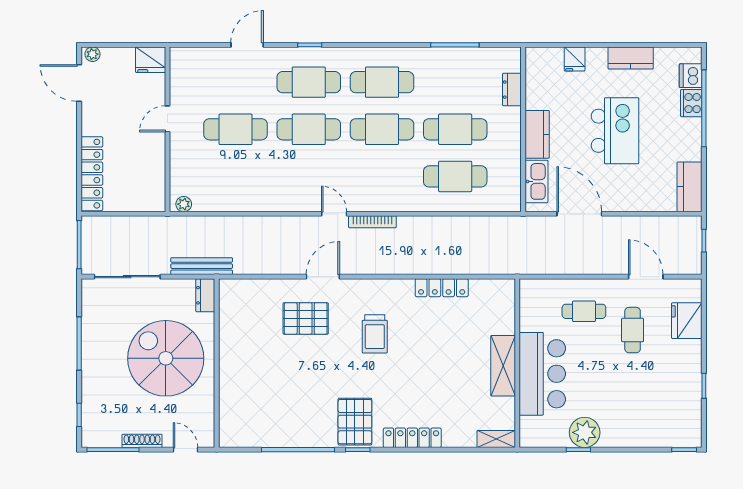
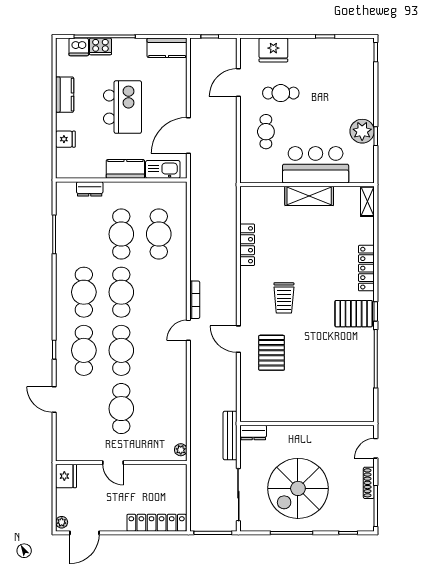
kitchen island: (615, 131) -> (122, 107), turned 90
trolley: (375, 334) -> (284, 298), turned 90
spiral stairs: (166, 358) -> (298, 488), moved

